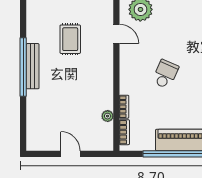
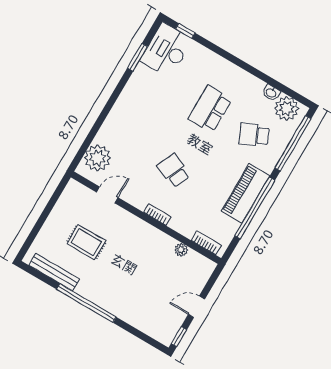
bench: (33, 66) -> (54, 272), moved
bookcase: (124, 107) -> (157, 214), moved
window: (40, 154) -> (179, 337), added

